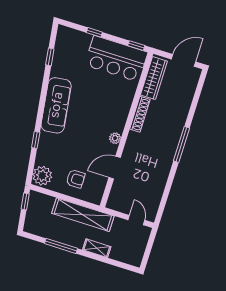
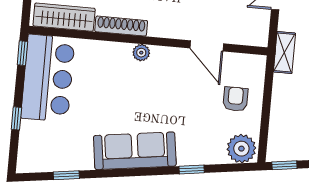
plant: (115, 138) -> (141, 53), moved
shelving: (83, 215) -> (284, 53), width x0.45, depth x0.75

